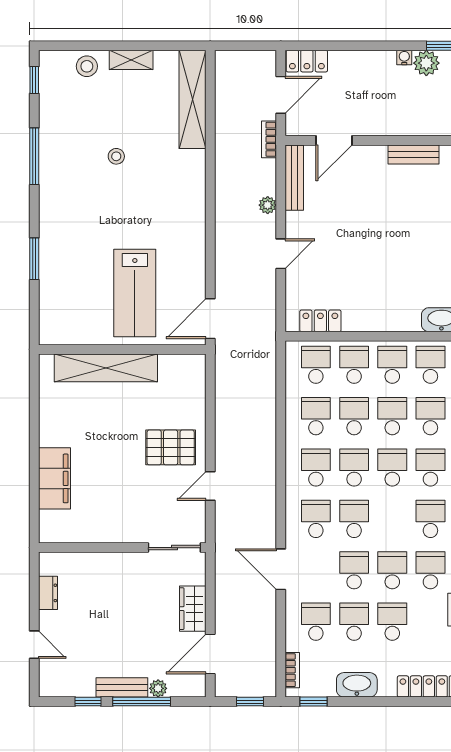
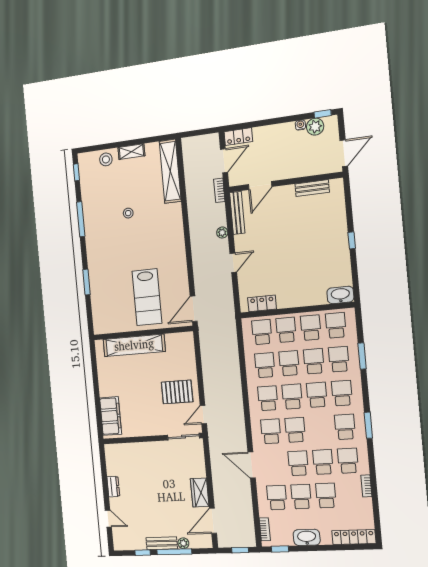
wall: (122, 548) -> (152, 439), moved
sliding door: (174, 548) -> (183, 437), moved

